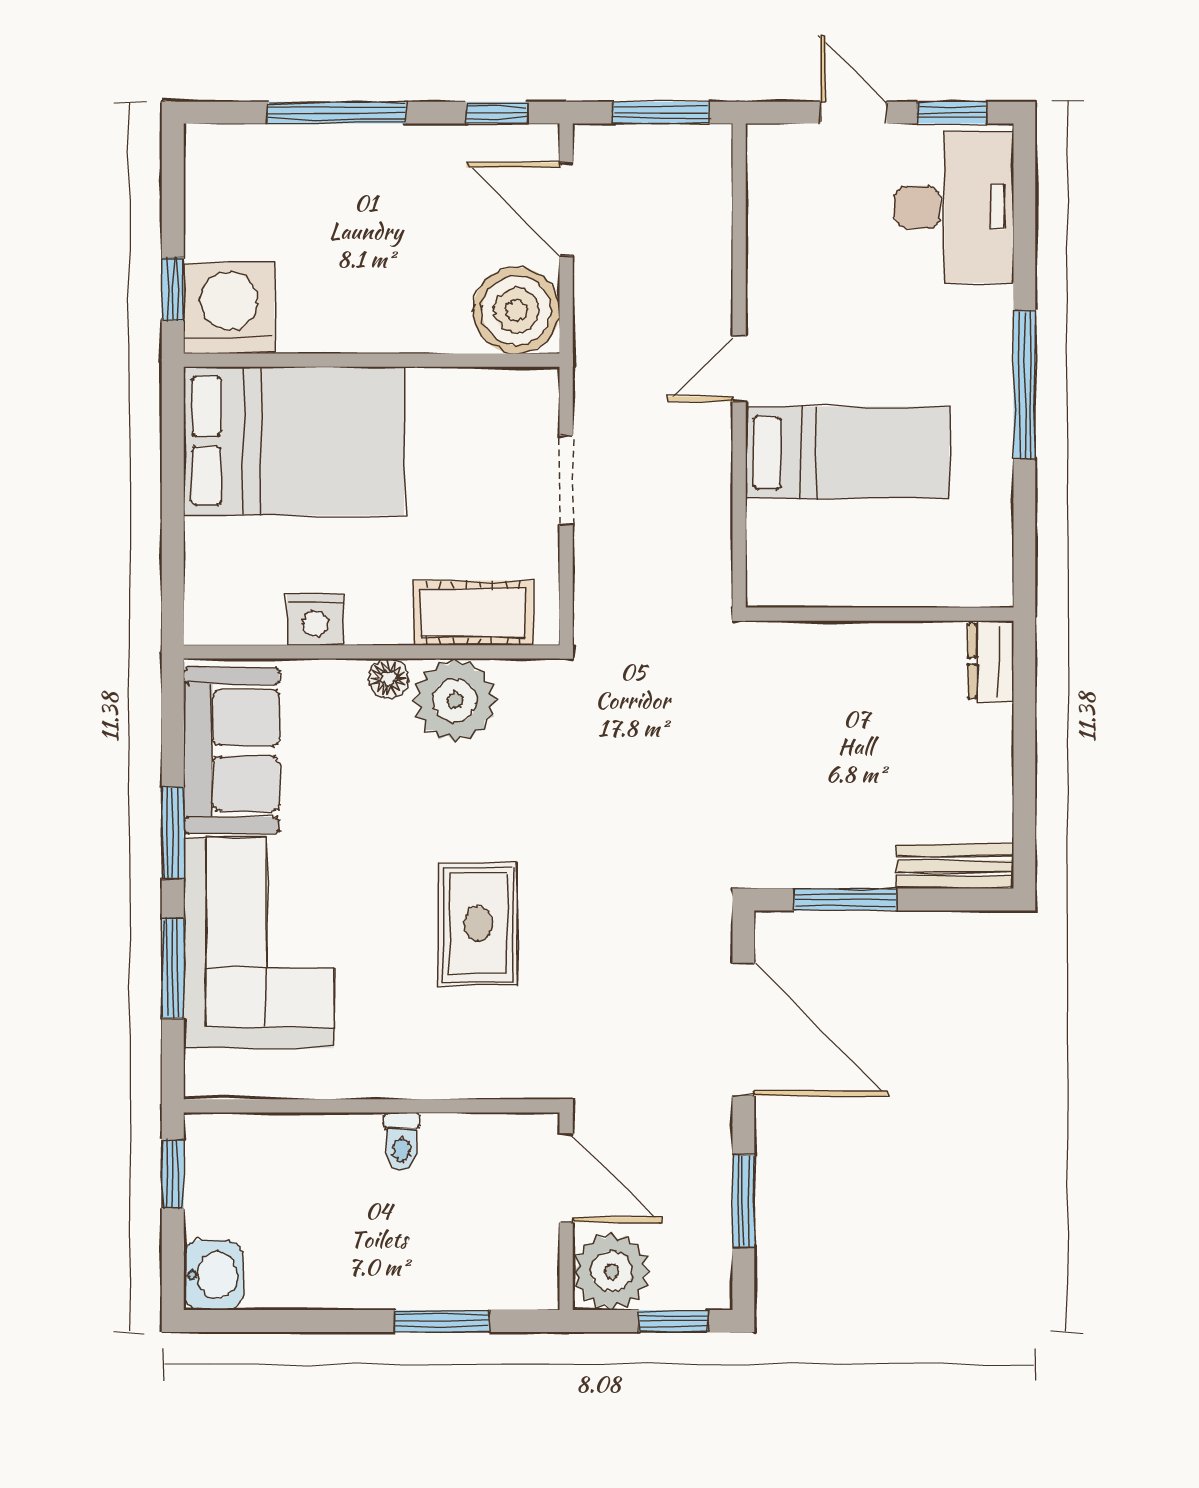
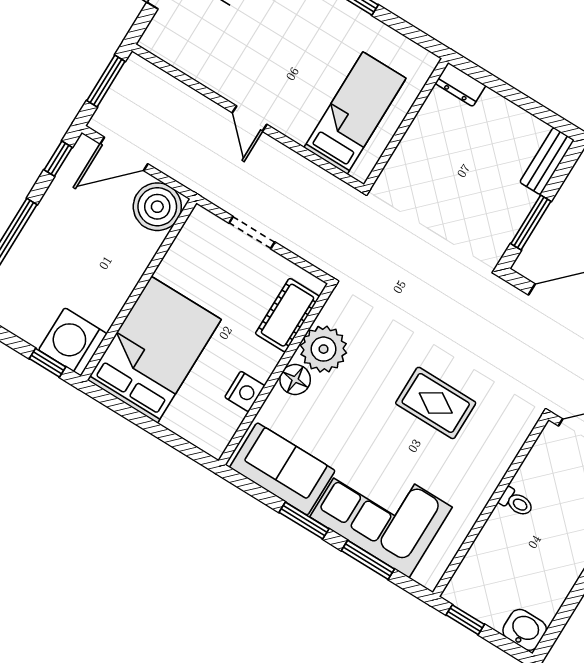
bed: (847, 452) -> (355, 113), moved
floor lamp: (388, 678) -> (295, 380), width x1.37, depth x1.37

